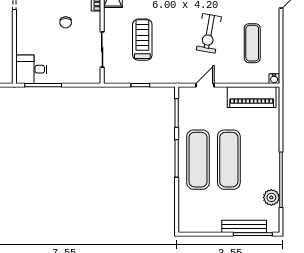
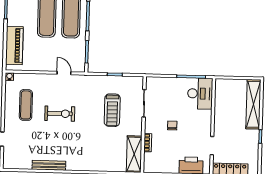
exercise bike: (209, 33) -> (60, 114), turned 80
desk: (31, 69) -> (200, 94), width x1.37
door: (205, 85) -> (64, 73), swing flipped
piano: (252, 97) -> (14, 46), moved, turned 90

